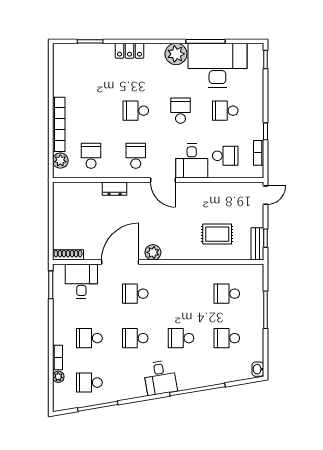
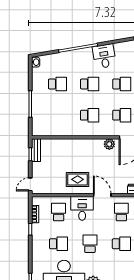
school desk: (180, 111) -> (90, 244), turned 180
school desk: (136, 156) -> (121, 212), turned 180
school desk: (225, 156) -> (59, 212), turned 90
rug: (217, 234) -> (78, 179), moved
school desk: (227, 294) -> (90, 115), moved

